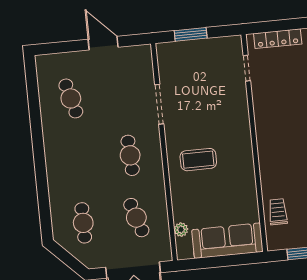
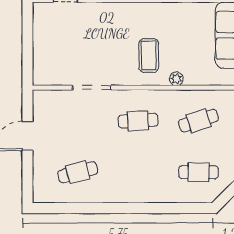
window: (191, 34) -> (28, 51), removed
plant: (181, 230) -> (176, 79), moved

